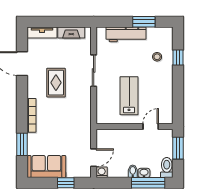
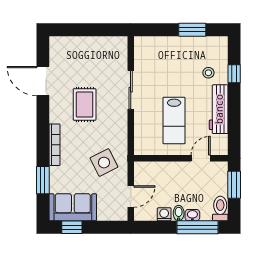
tv unit: (42, 32) -> (67, 43), removed
fireplace: (71, 32) -> (103, 43), removed
workbench: (126, 34) -> (219, 109), moved, turned 90
lab bench: (129, 96) -> (174, 121), turned 180
side table: (72, 130) -> (104, 163), added
washing machine: (102, 172) -> (164, 214), moved
window: (66, 183) -> (72, 227), moved

